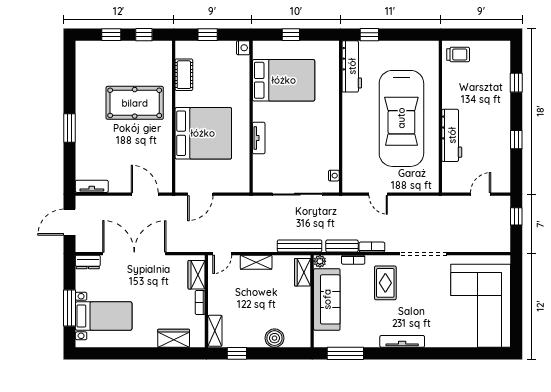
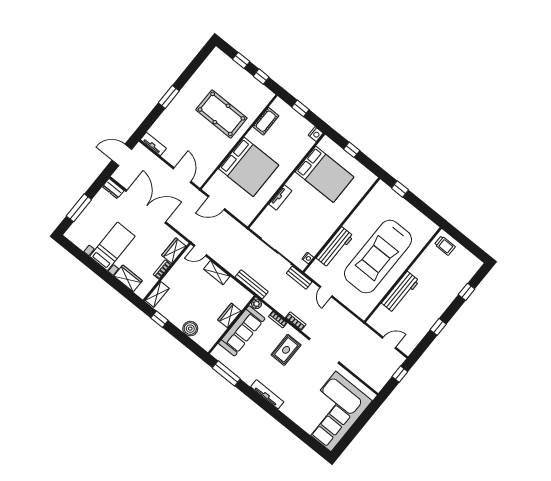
workbench: (352, 66) -> (335, 247), moved
bench: (342, 246) -> (299, 278), moved
wardrobe: (303, 272) -> (230, 316), moved
bed with nightstands: (104, 316) -> (112, 246), moved, turned -90

